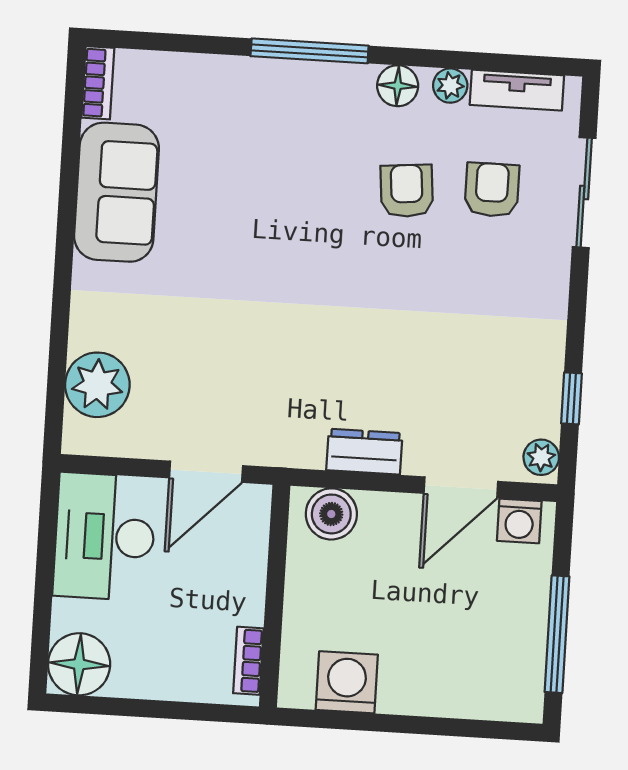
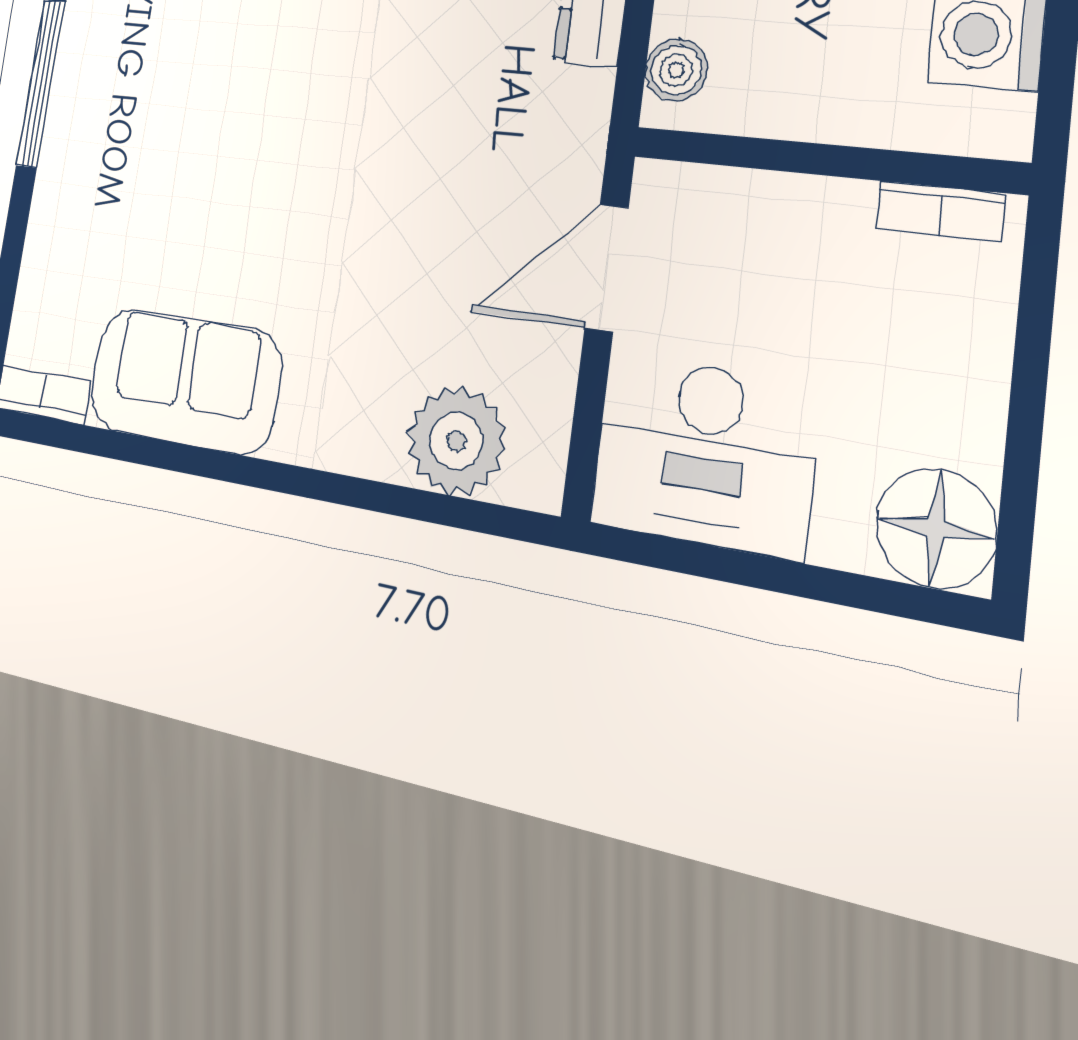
door: (206, 472) -> (607, 268), swing flipped
boiler: (331, 514) -> (676, 70), width x0.73, depth x0.73

